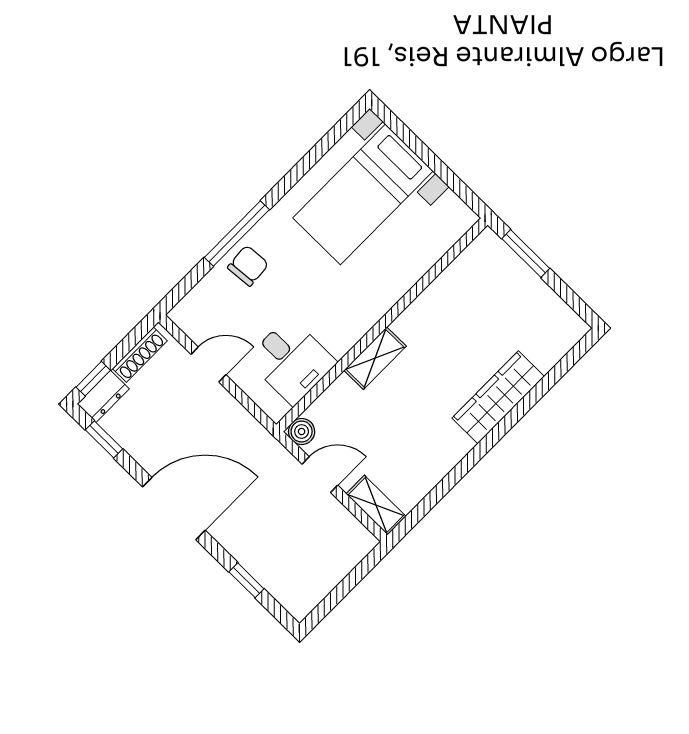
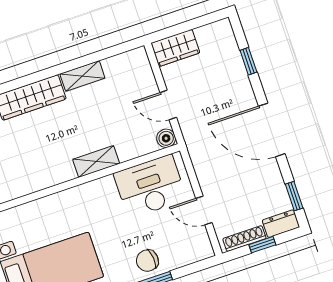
desk: (291, 361) -> (150, 186), width x1.37
window: (93, 379) -> (262, 245), moved
shelving: (376, 505) -> (82, 76), moved, turned 90
wardrobe: (347, 551) -> (175, 48), added

